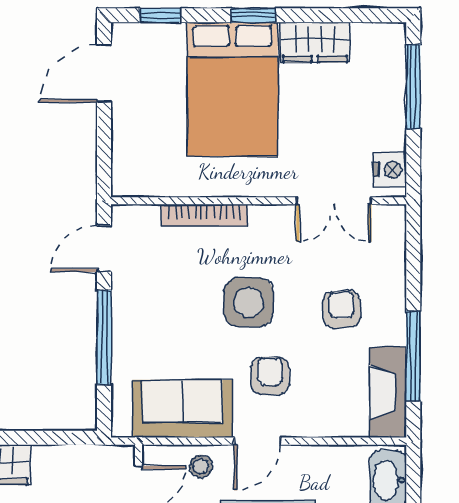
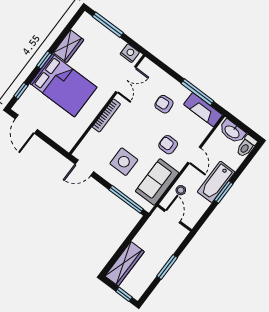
bookcase: (204, 215) -> (106, 115), moved
door: (104, 249) -> (84, 168), hinge flipped
side table: (249, 302) -> (124, 162), moved
window: (104, 337) -> (126, 199), moved
door: (257, 441) -> (194, 155), moved

